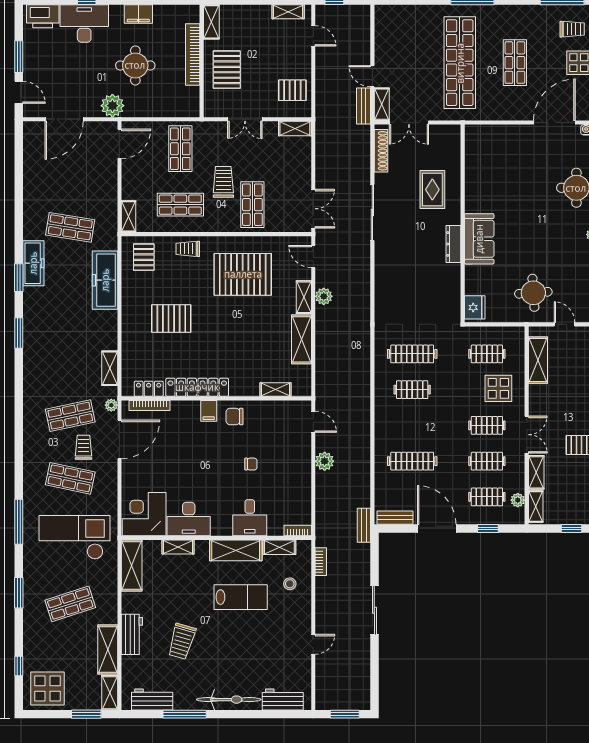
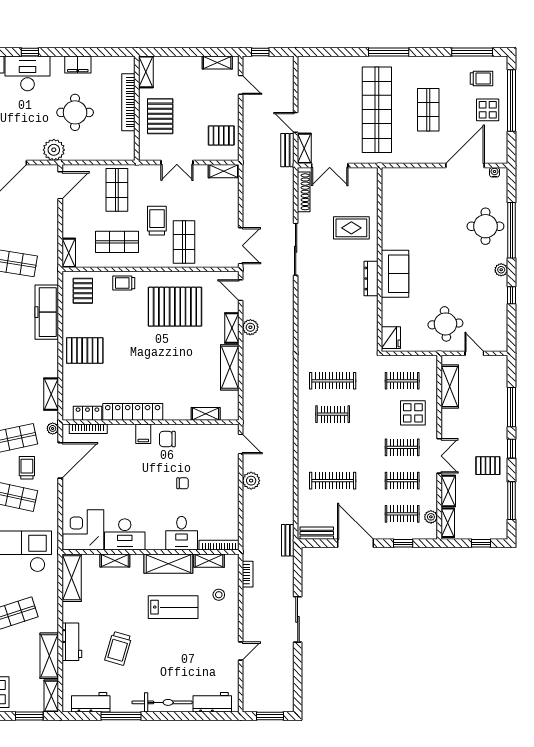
rug: (432, 190) -> (351, 228), turned 90
pallet: (171, 319) -> (85, 350), moved
bookcase: (298, 531) -> (219, 545), width x1.56

